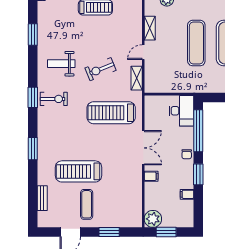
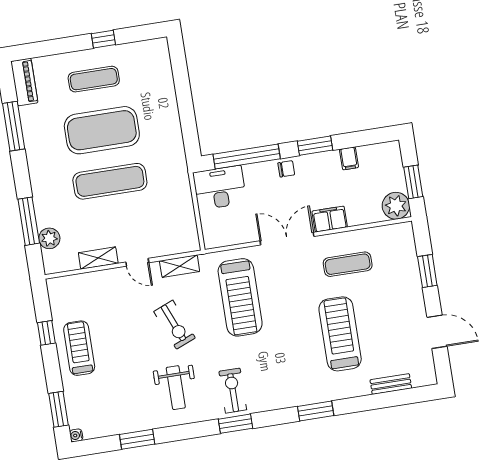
treadmill: (79, 171) -> (340, 334), turned 180
filing cabinet: (151, 176) -> (330, 219), width x2.00
exercise mat: (87, 204) -> (348, 264), moved

